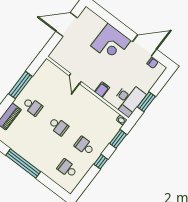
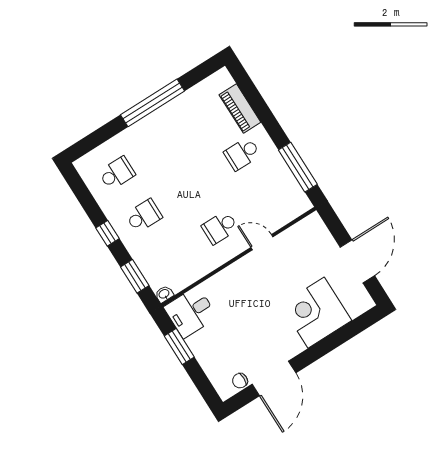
corner desk: (111, 43) -> (316, 313), moved
window: (20, 85) -> (298, 167), moved
filing cabinet: (102, 90) -> (227, 280), removed
desk: (128, 99) -> (191, 312), width x0.73
school desk: (58, 126) -> (220, 227), moved

